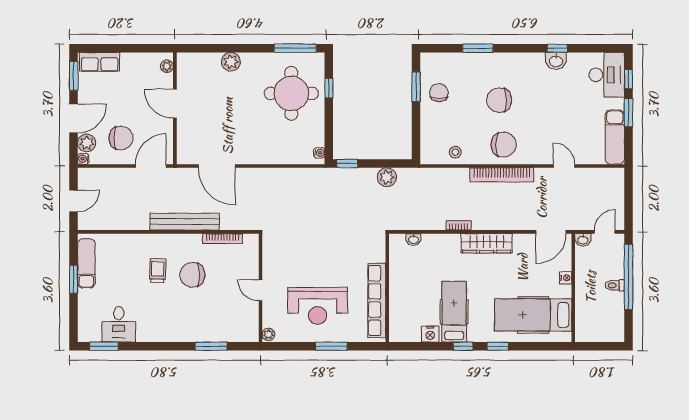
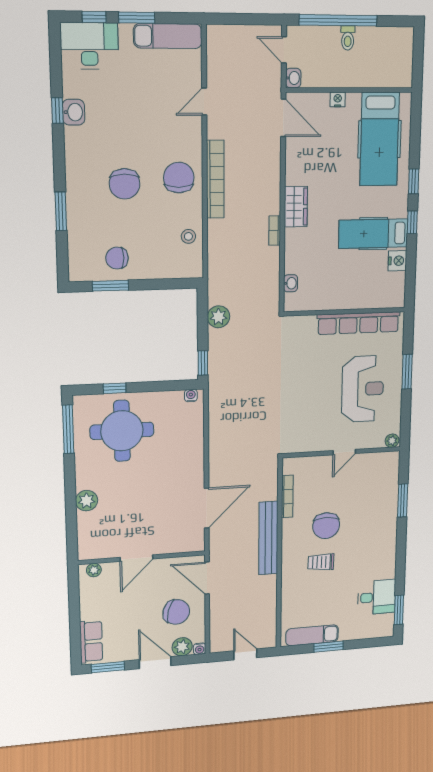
chair: (121, 138) -> (176, 612), turned 105
wardrobe: (487, 243) -> (296, 207), width x0.67

